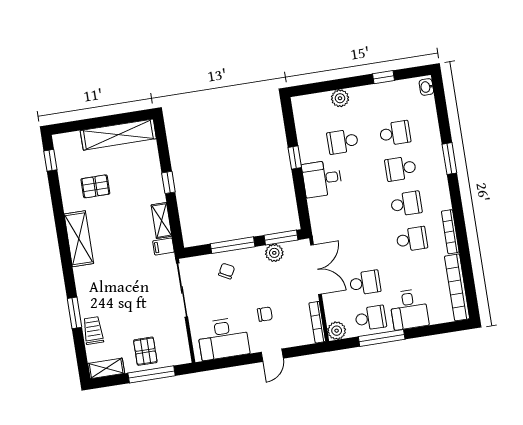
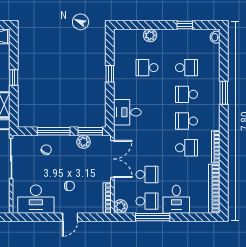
desk: (322, 179) -> (127, 112), moved
school desk: (406, 204) -> (187, 121), turned 180

